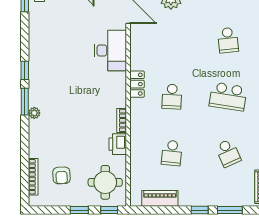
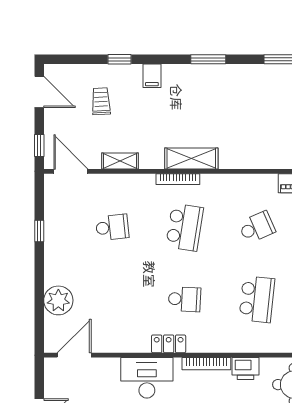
desk: (111, 50) -> (147, 378), moved
bookcase: (122, 120) -> (206, 364), width x1.56
school desk: (172, 153) -> (257, 299), width x1.85

